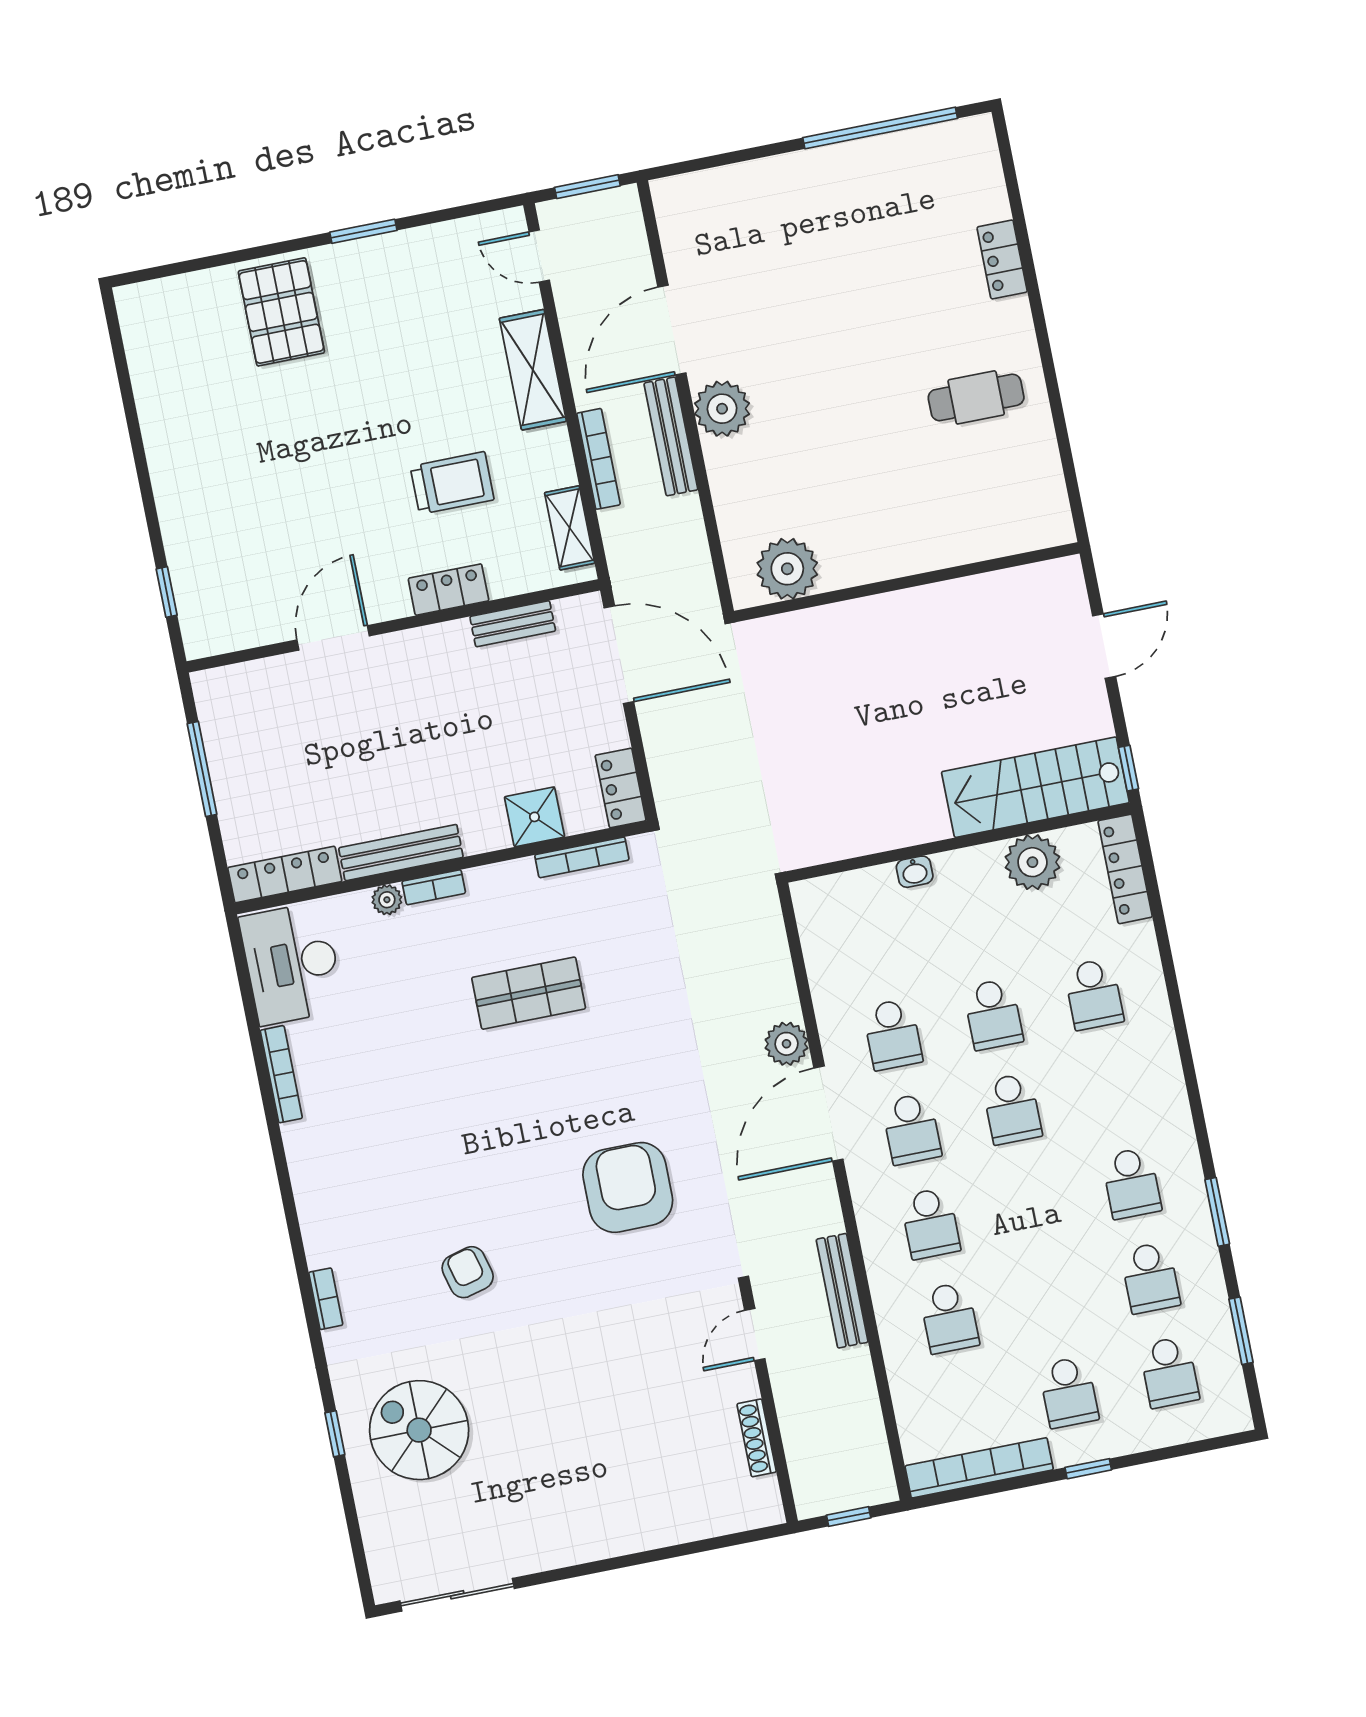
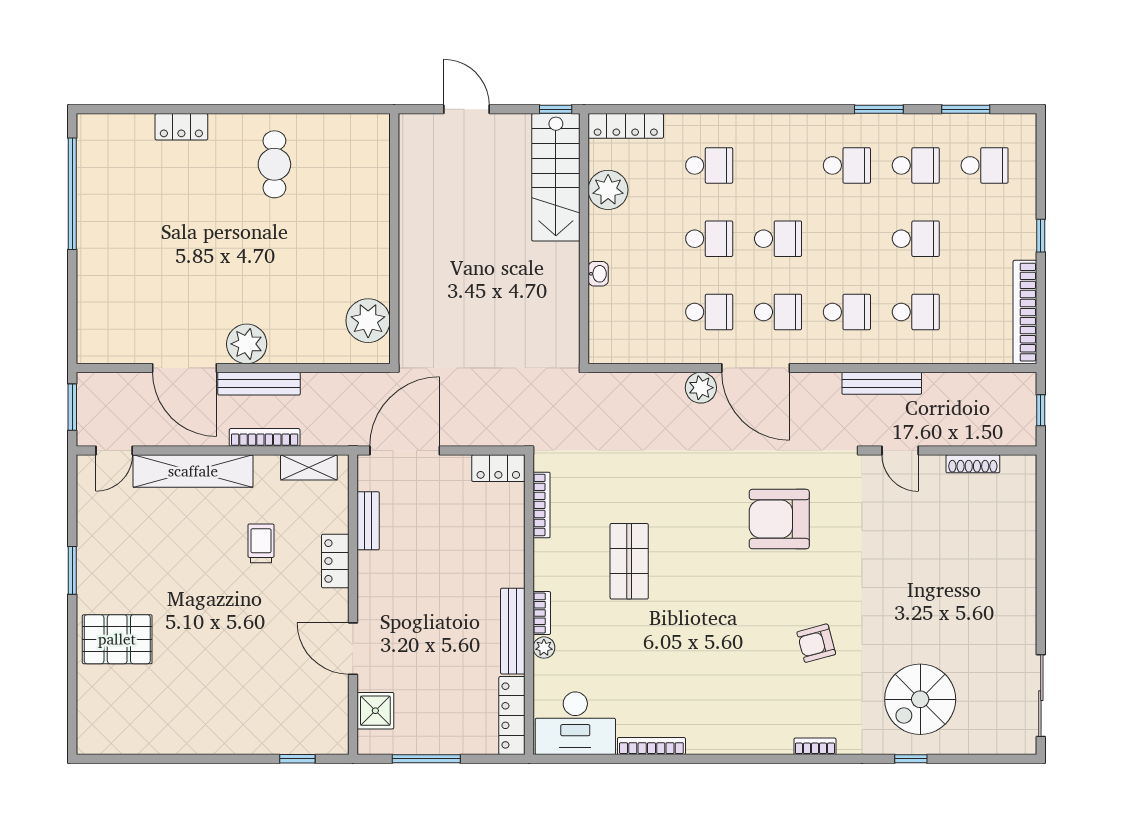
shelving: (533, 370) -> (193, 471), width x1.47
trolley: (452, 483) -> (261, 543), width x0.73, depth x0.72
shower: (534, 817) -> (375, 711), moved
school desk: (1069, 1392) -> (916, 239), moved

